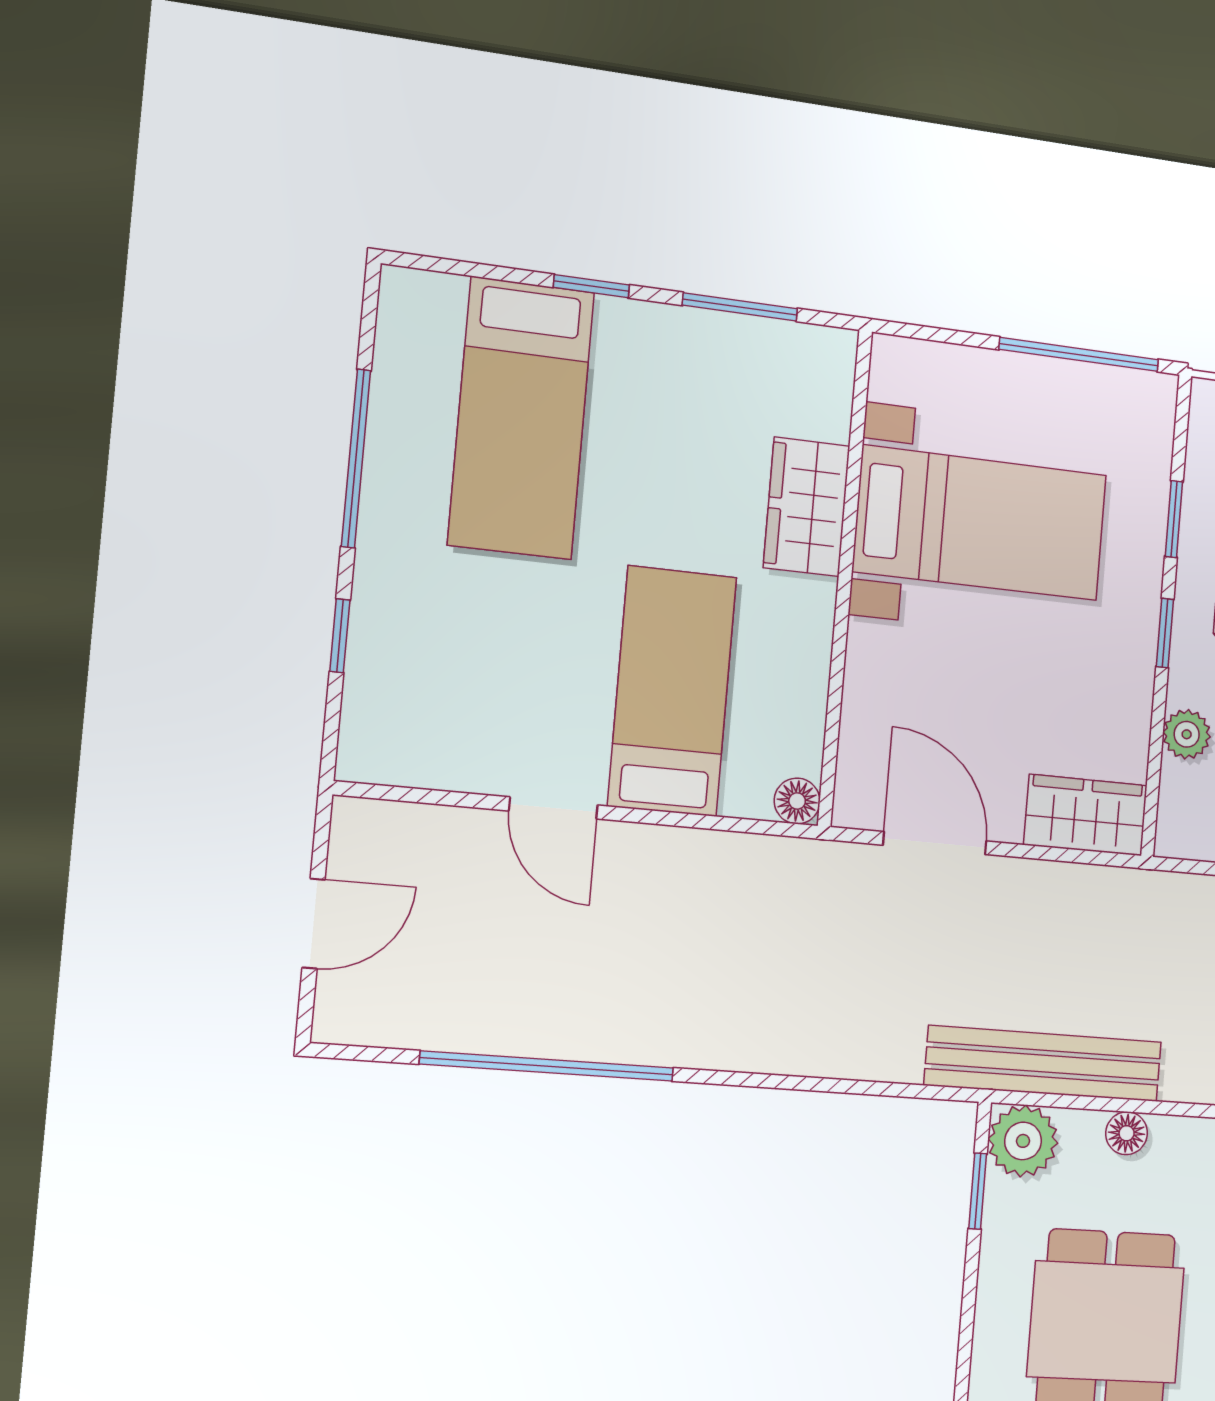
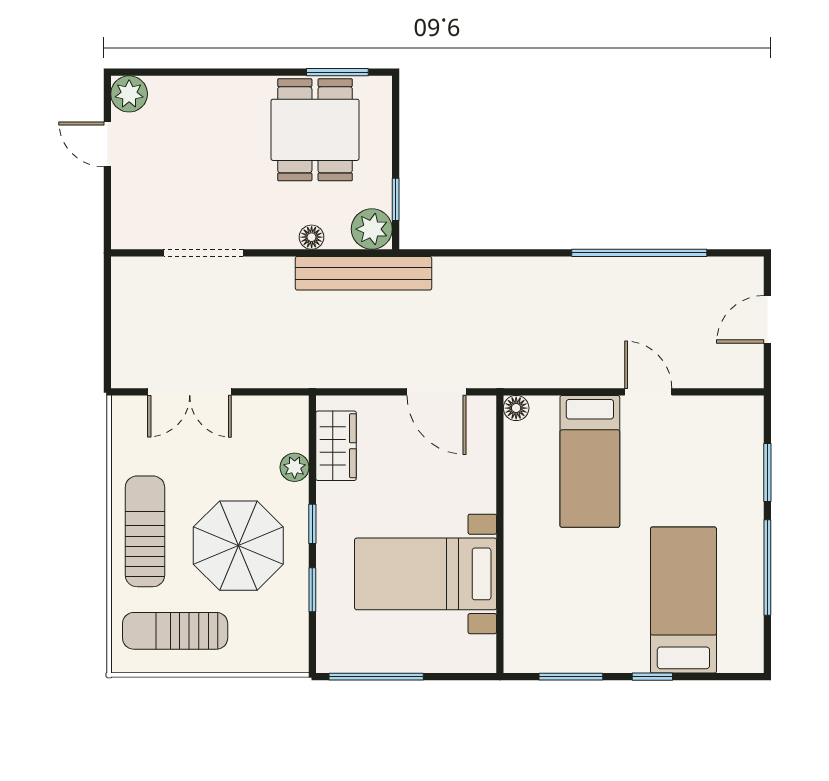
wardrobe: (807, 507) -> (525, 571), removed
window: (340, 636) -> (767, 473), width x1.50
wardrobe: (1086, 815) -> (336, 446), moved, turned -90

